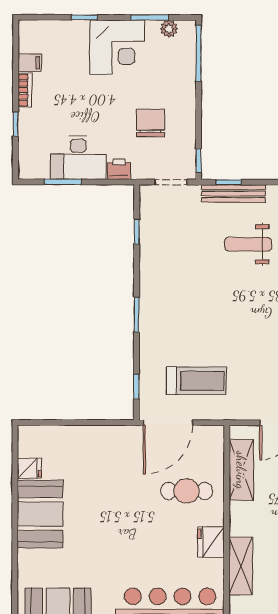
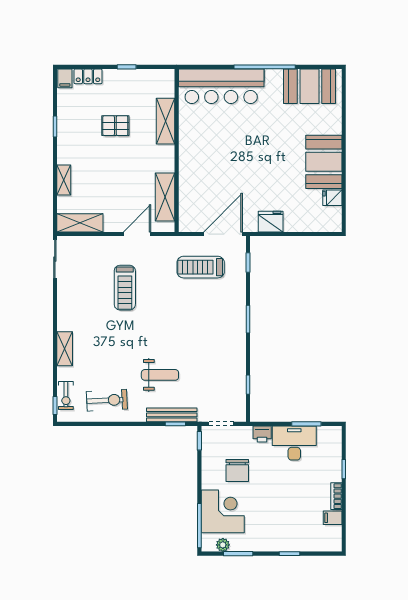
corner desk: (117, 47) -> (223, 511), moved, turned 90
cafe table: (187, 491) -> (208, 180), removed
fridge: (211, 542) -> (271, 222), moved, turned -90

